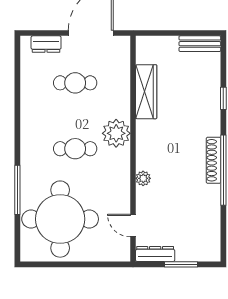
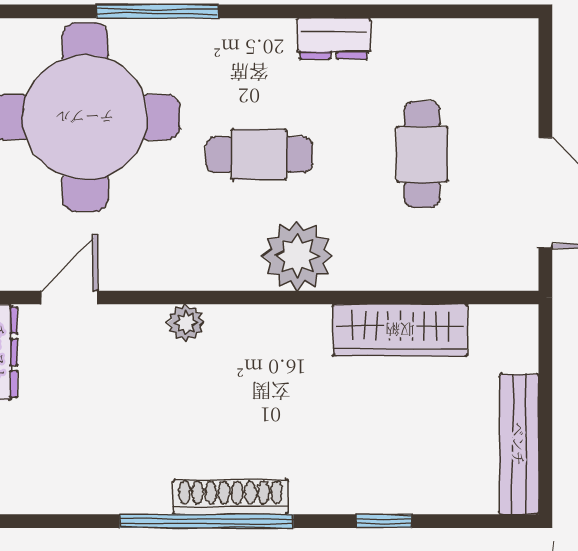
dresser: (46, 44) -> (334, 39), moved, turned -90
bench: (200, 44) -> (519, 444), width x1.36
cafe table: (75, 149) -> (259, 154), turned 90

